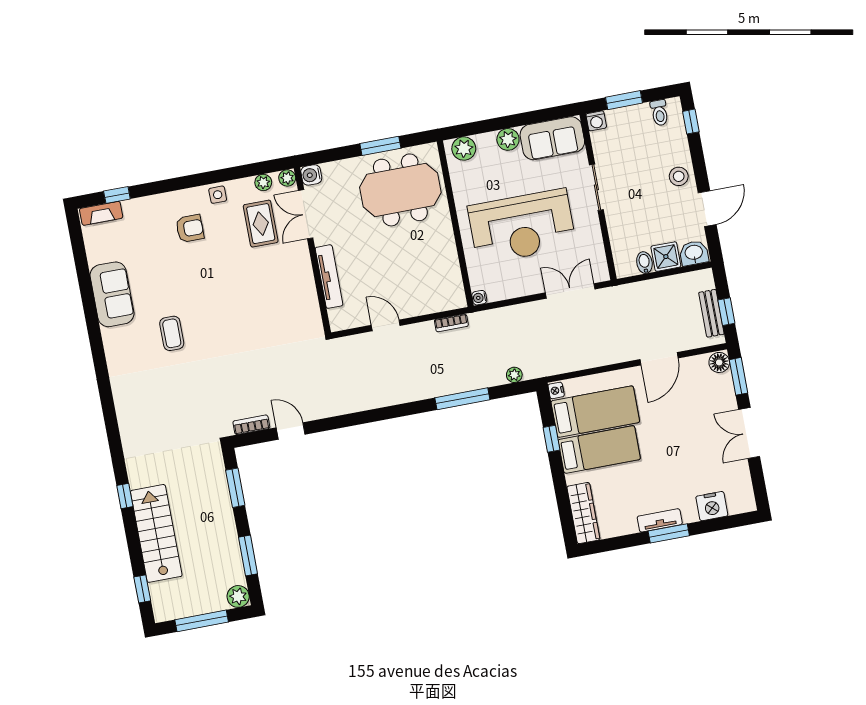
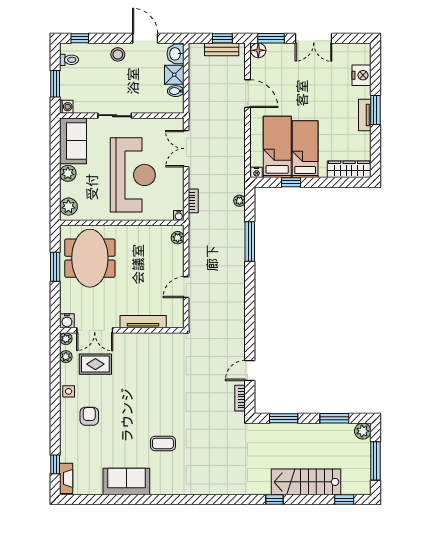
plant: (449, 302) -> (178, 238), added
bookcase: (451, 323) -> (193, 201), moved

